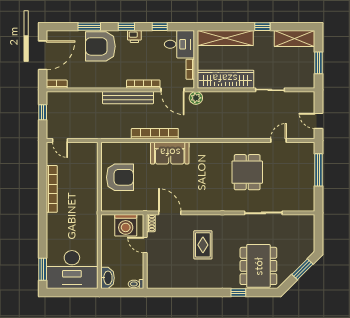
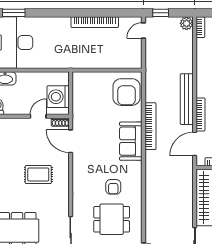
plant: (196, 98) -> (187, 23), moved
window: (43, 112) -> (161, 13), moved
armchair: (215, 171) -> (113, 187), added
armchair: (120, 177) -> (127, 92), moved
door: (170, 213) -> (71, 141), swing flipped

